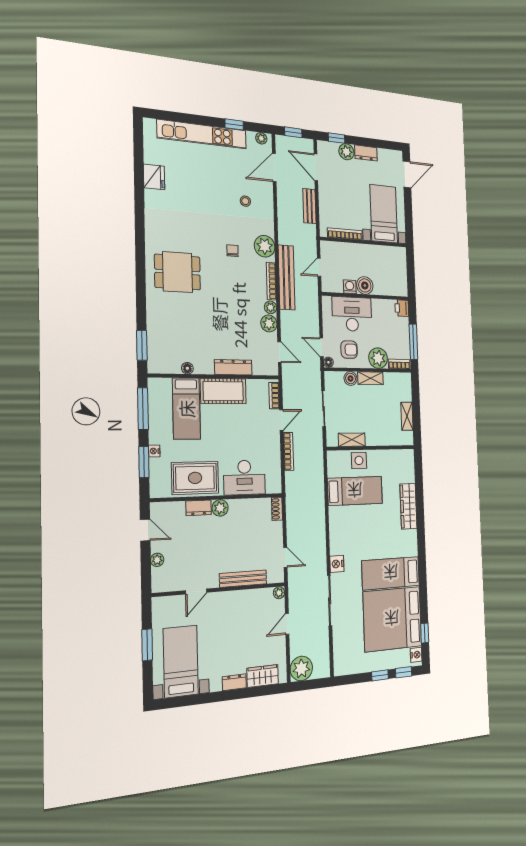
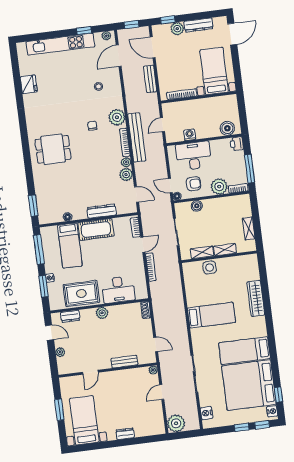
dresser: (366, 153) -> (198, 25), width x1.44
boiler: (365, 285) -> (227, 128), moved
shelving: (370, 378) -> (225, 250), moved
bed: (355, 491) -> (211, 315), moved
dresser: (199, 508) -> (70, 316), moved
nightstand: (337, 564) -> (207, 413), moved
bench: (243, 579) -> (124, 362), width x0.73
wardrobe: (263, 676) -> (146, 429), removed

